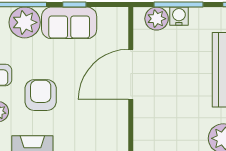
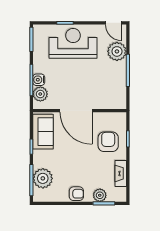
sofa: (69, 23) -> (43, 132), moved
armchair: (41, 95) -> (108, 142), moved, turned 90

